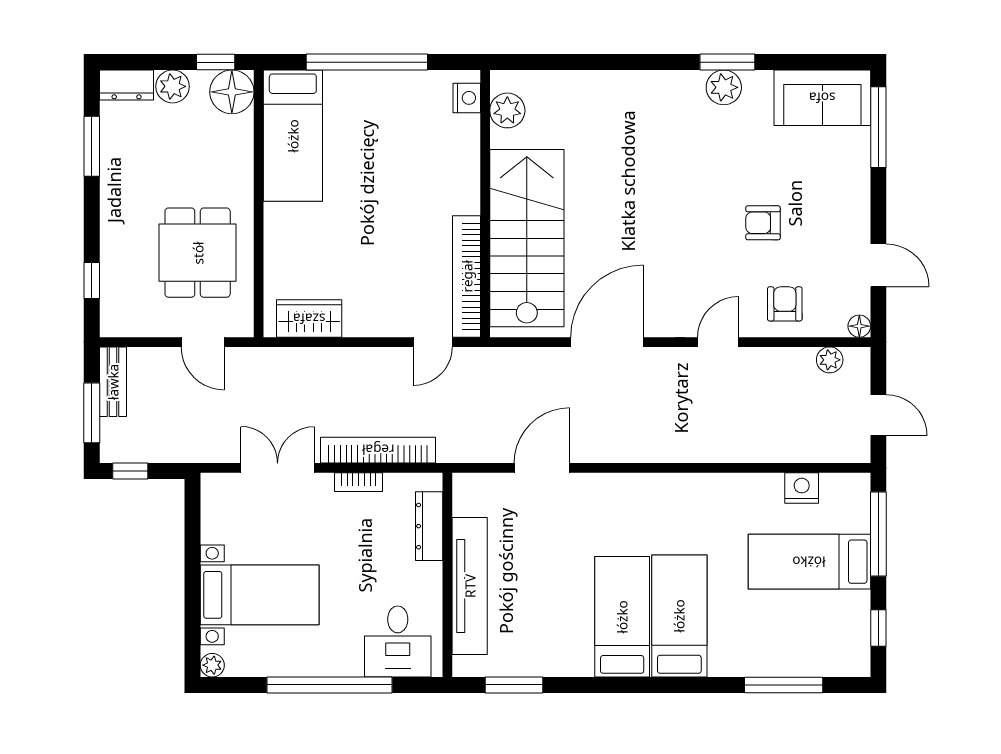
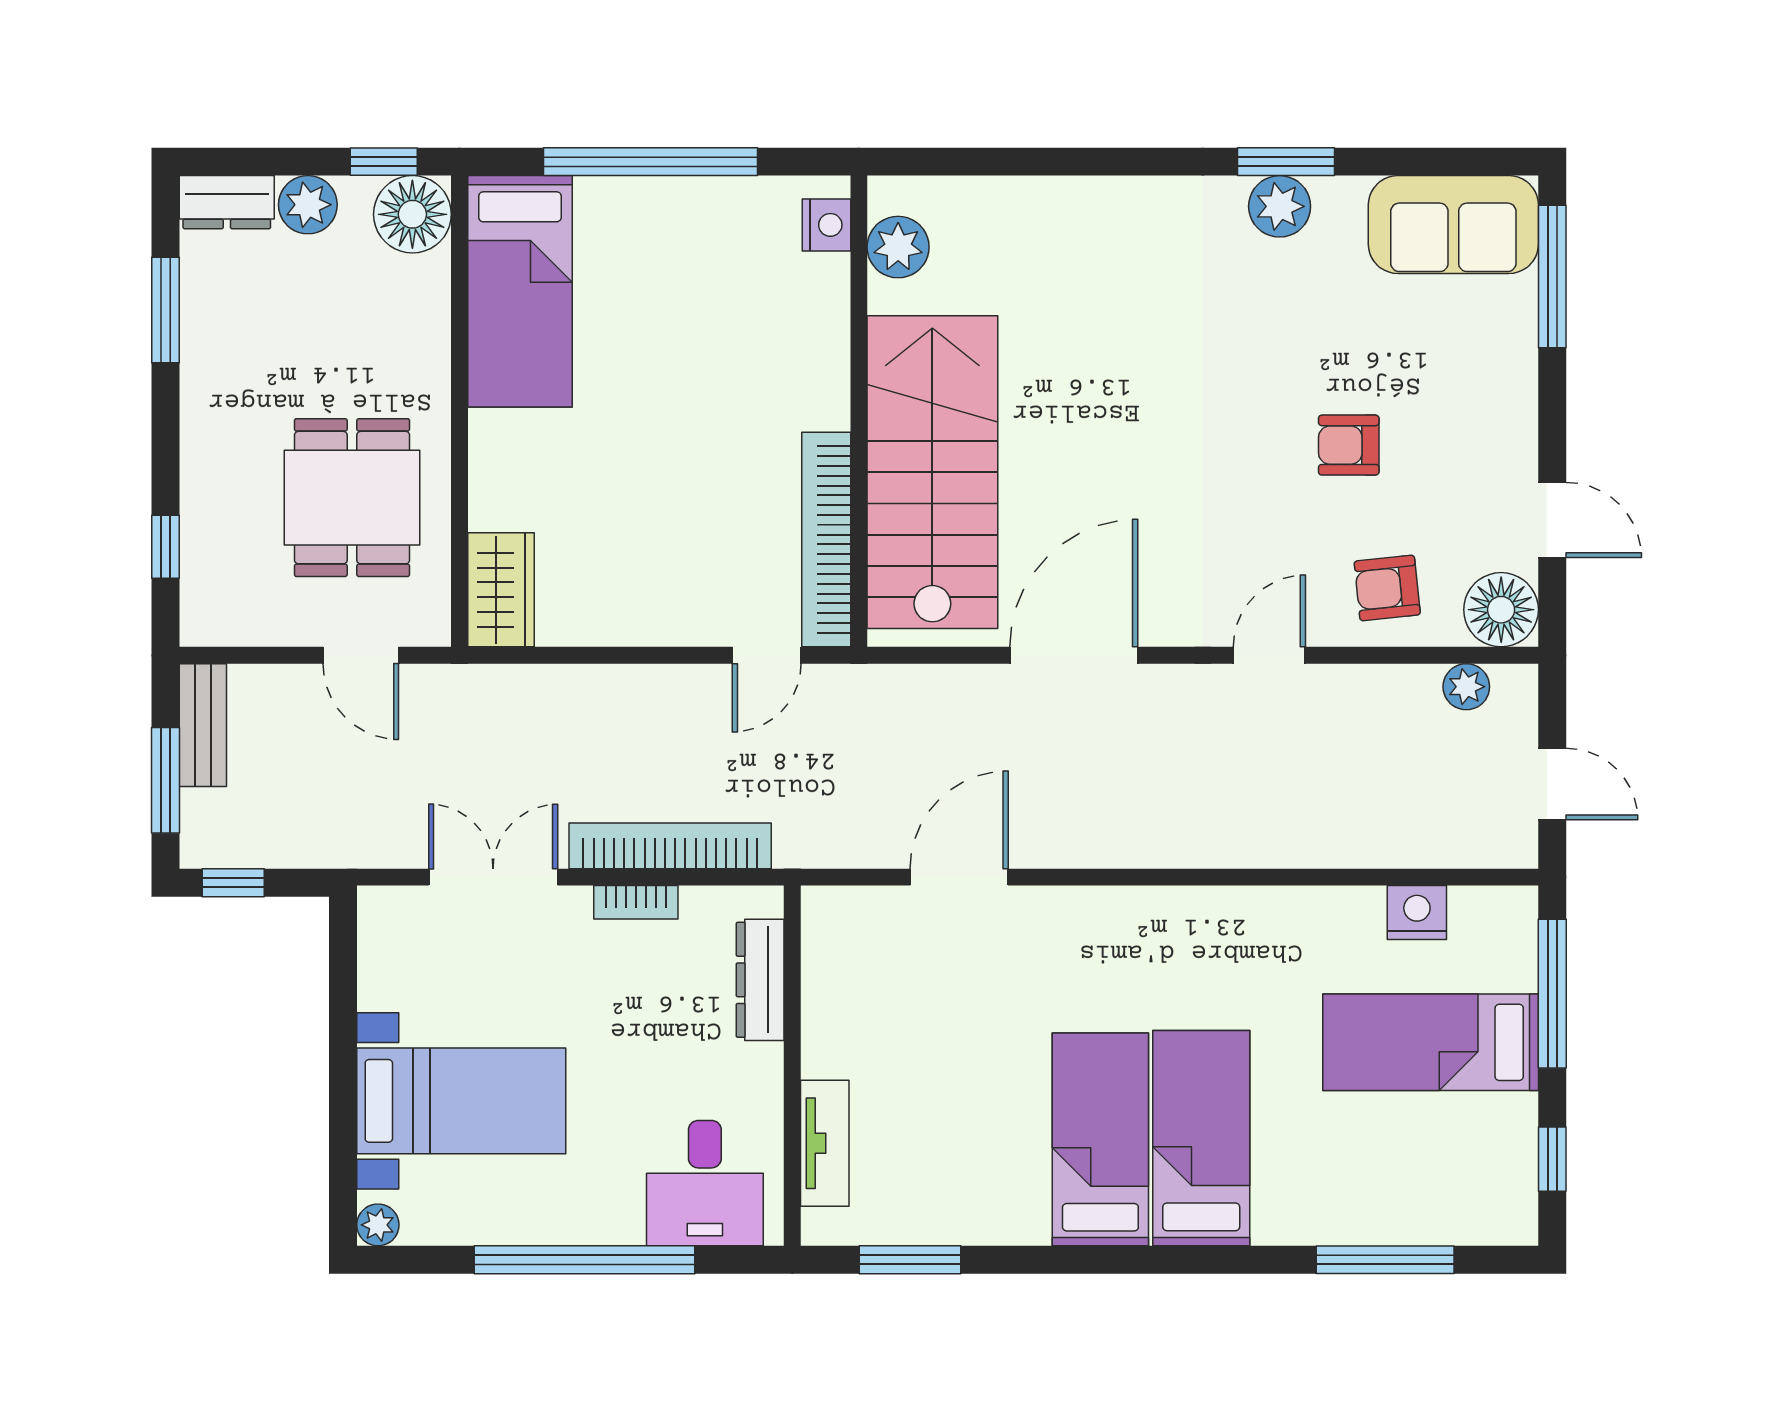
armchair: (785, 304) -> (1387, 588), turned -96
wardrobe: (309, 319) -> (501, 590), moved, turned 90
floor lamp: (859, 326) -> (1501, 610), width x1.89, depth x1.89
tv unit: (470, 586) -> (825, 1143), width x0.52, depth x0.78

